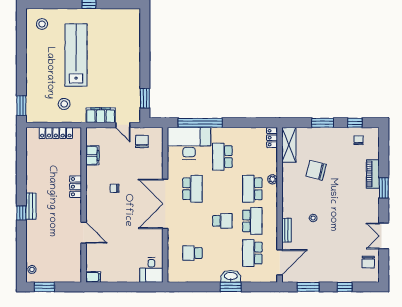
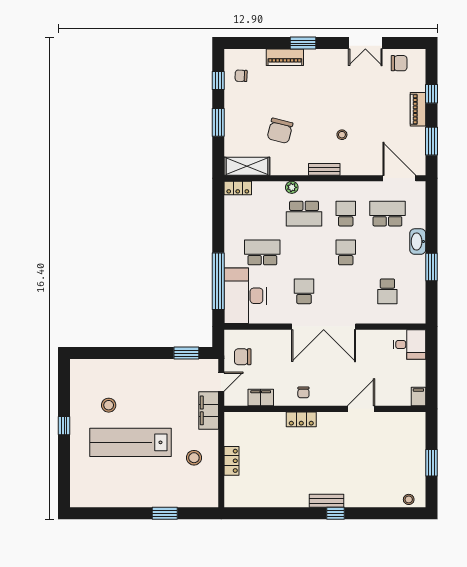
stool: (42, 24) -> (109, 405), moved
window: (21, 106) -> (165, 513), moved
locker: (56, 133) -> (232, 461), width x0.66
filing cabinet: (92, 155) -> (261, 398), moved
school desk: (222, 157) -> (262, 252), turned 180
locker: (76, 187) -> (301, 419), moved
school desk: (192, 189) -> (304, 291), width x0.54
wall: (84, 205) -> (325, 409), moved
school desk: (252, 221) -> (346, 214), width x0.54
bench: (286, 230) -> (324, 169), moved
door: (84, 233) -> (361, 409), moved
school desk: (252, 253) -> (387, 214), turned 180
filing cabinet: (93, 277) -> (418, 397), moved
piano: (333, 277) -> (418, 109), added
window: (44, 287) -> (431, 463), moved
window: (231, 287) -> (431, 267), moved

